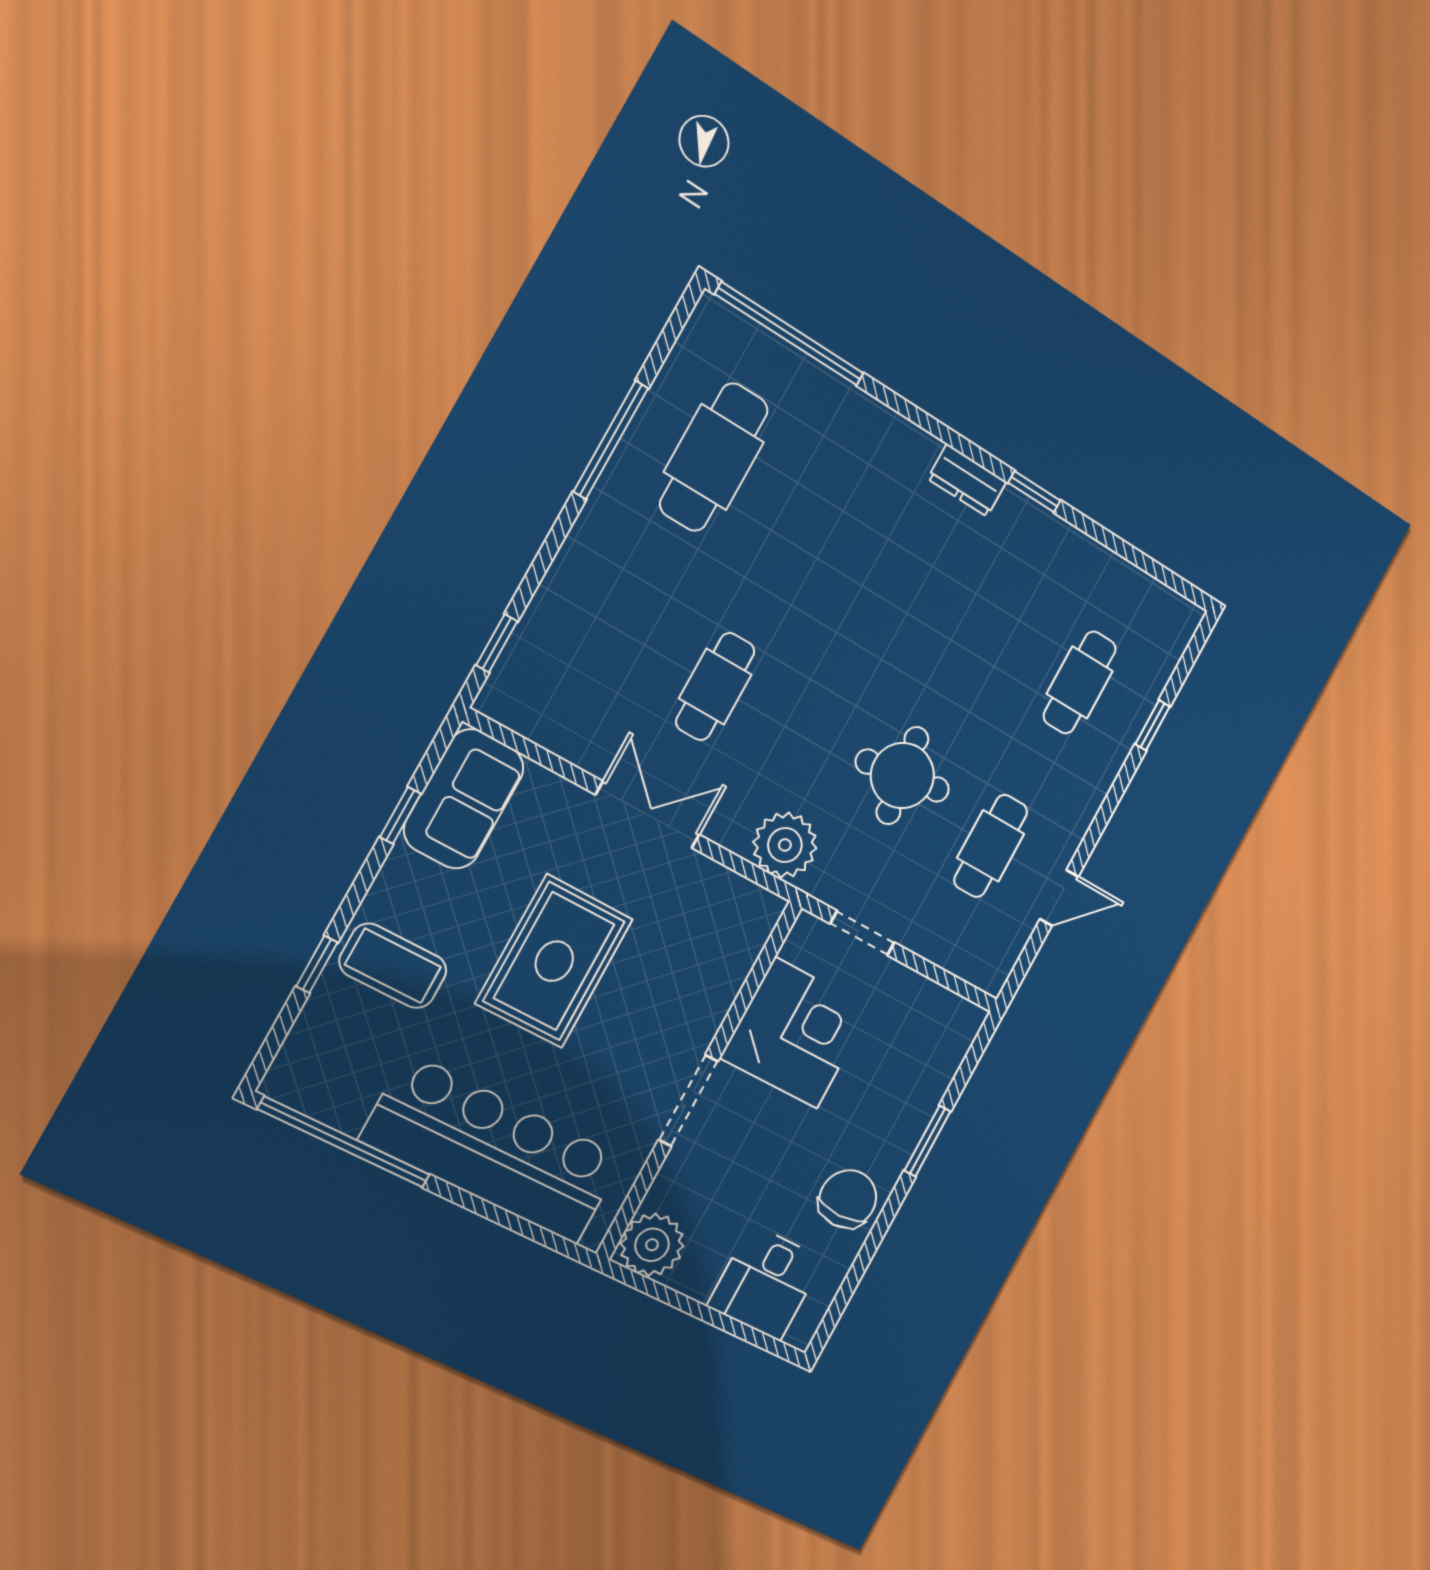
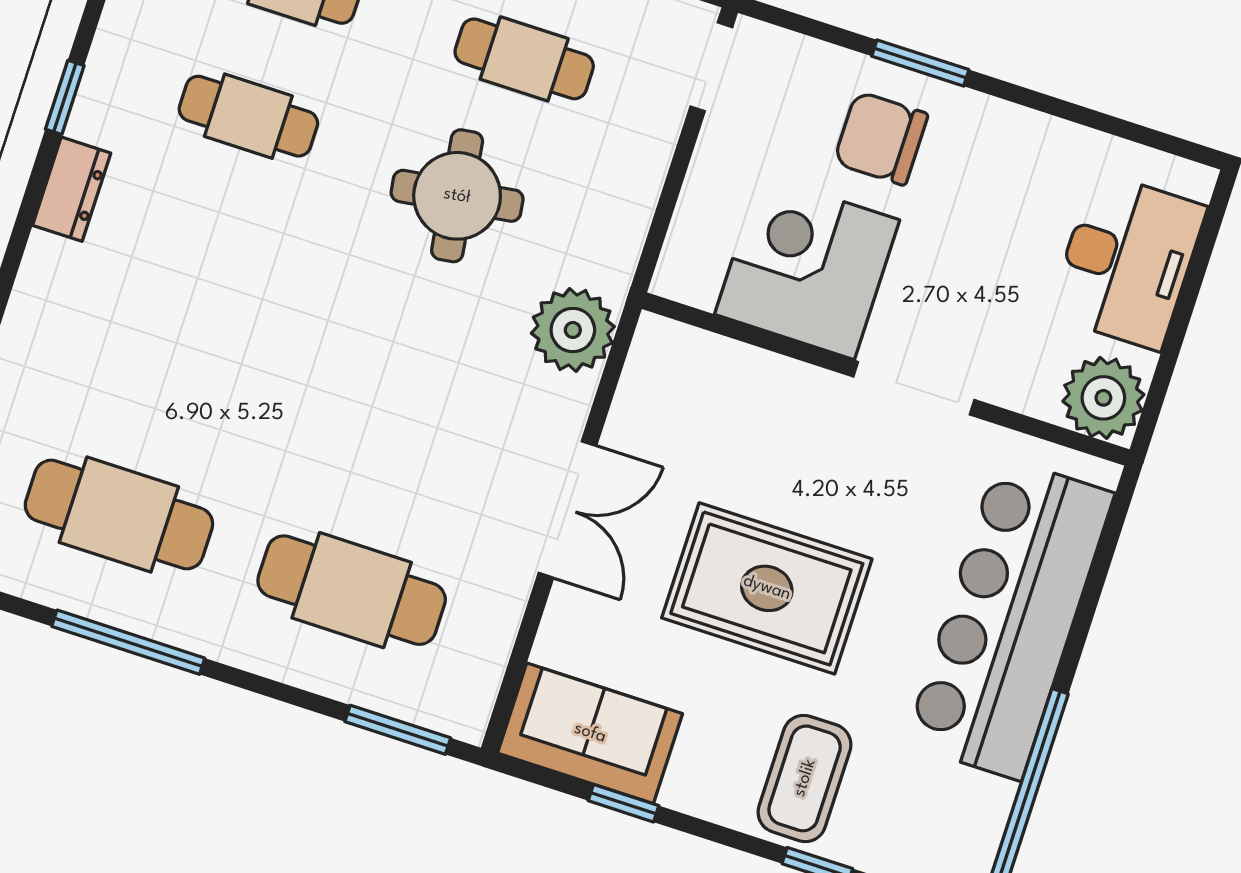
cafe table: (992, 629) -> (248, 116), added
window: (497, 643) -> (398, 730), width x1.50
cafe table: (715, 687) -> (352, 590), moved, width x1.37, depth x1.35
double door: (648, 815) -> (567, 509), swing flipped
doorway: (862, 933) -> (711, 67), moved
chair: (848, 1199) -> (881, 138), moved
desk: (766, 1283) -> (1127, 261), width x1.37

